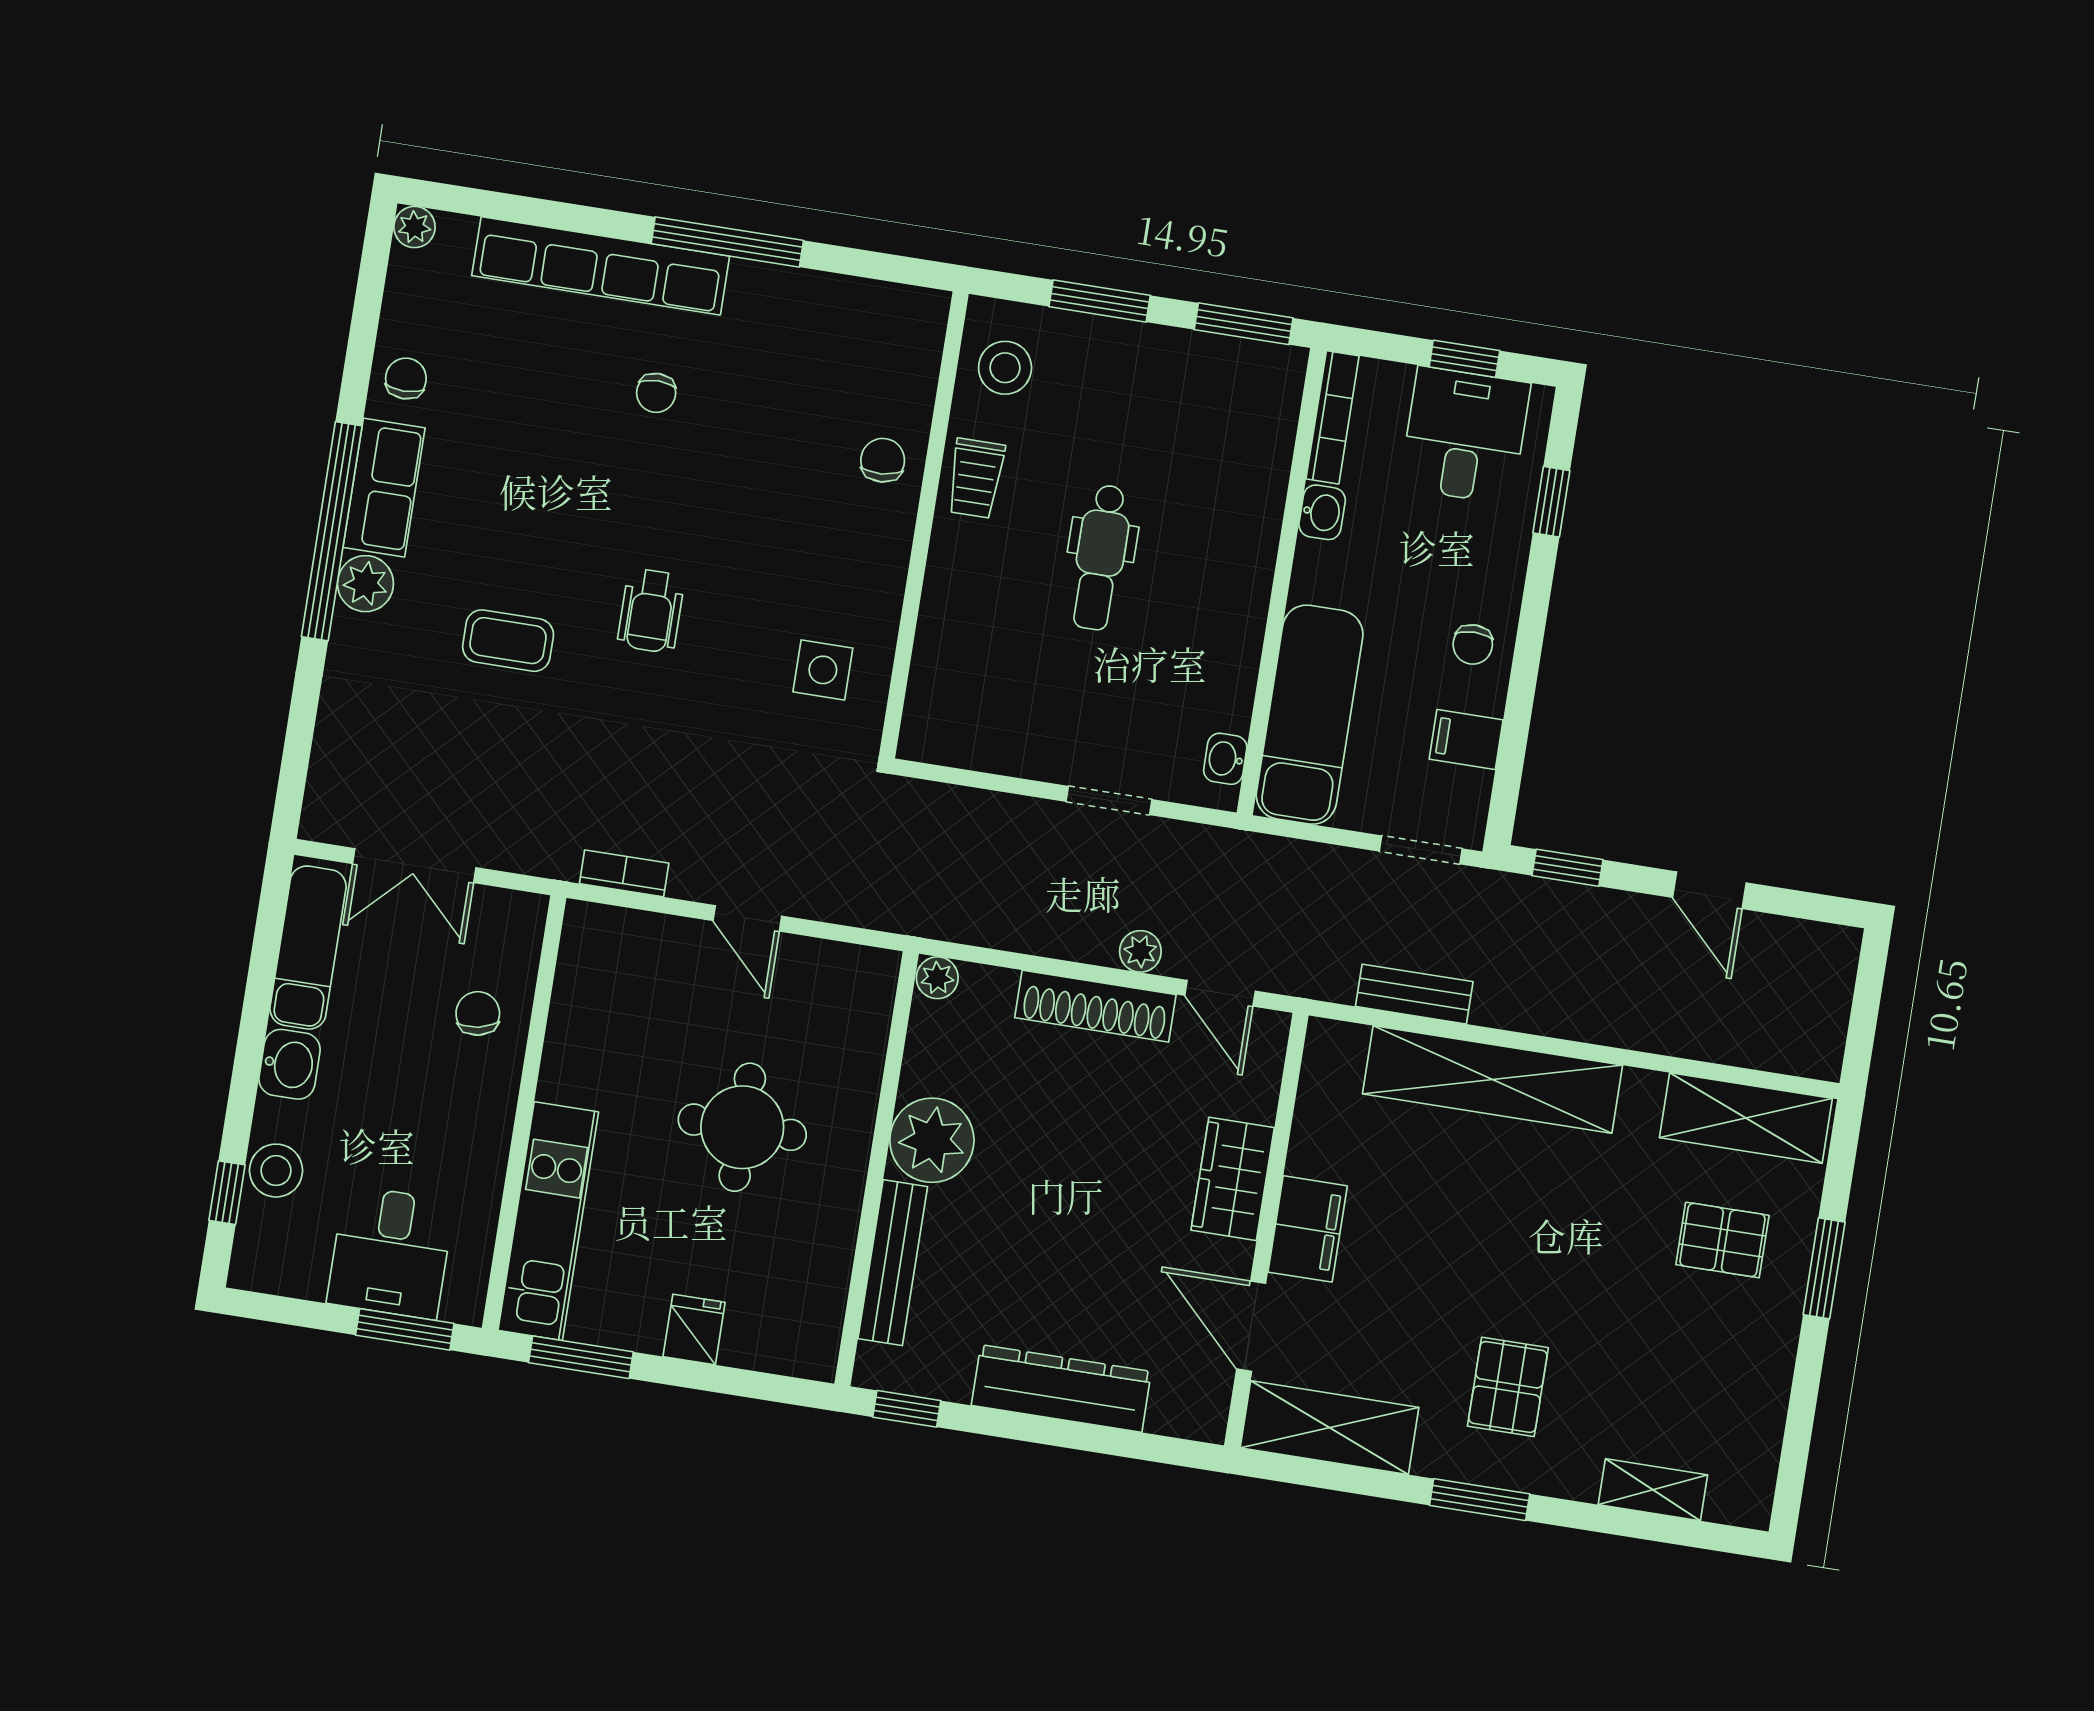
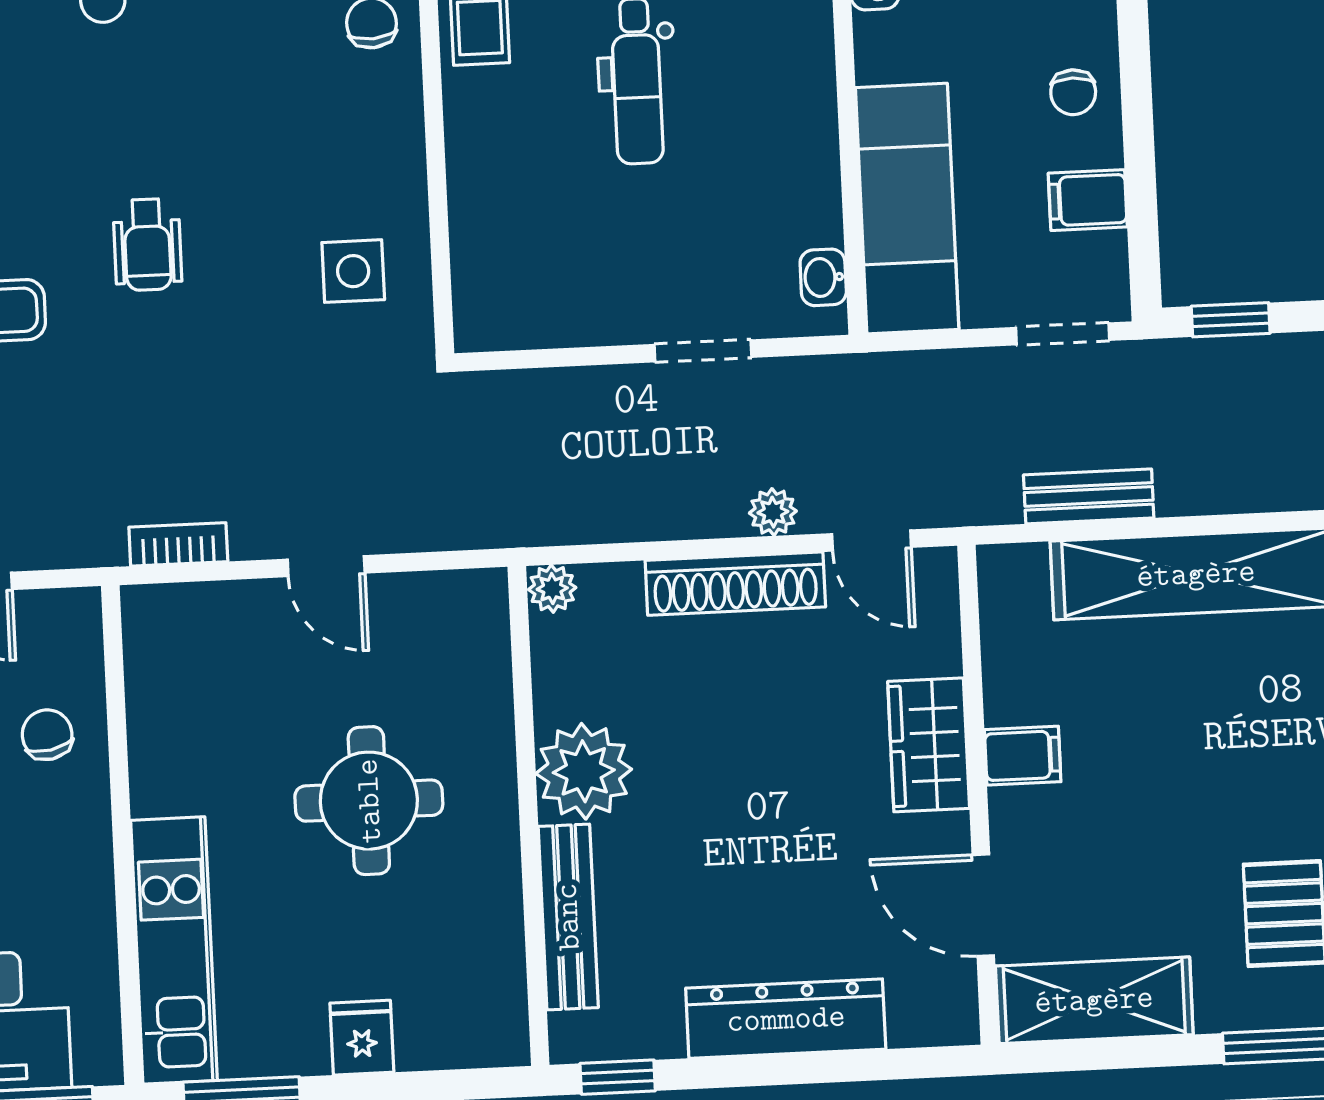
filing cabinet: (1308, 1229) -> (1023, 756), width x0.50

